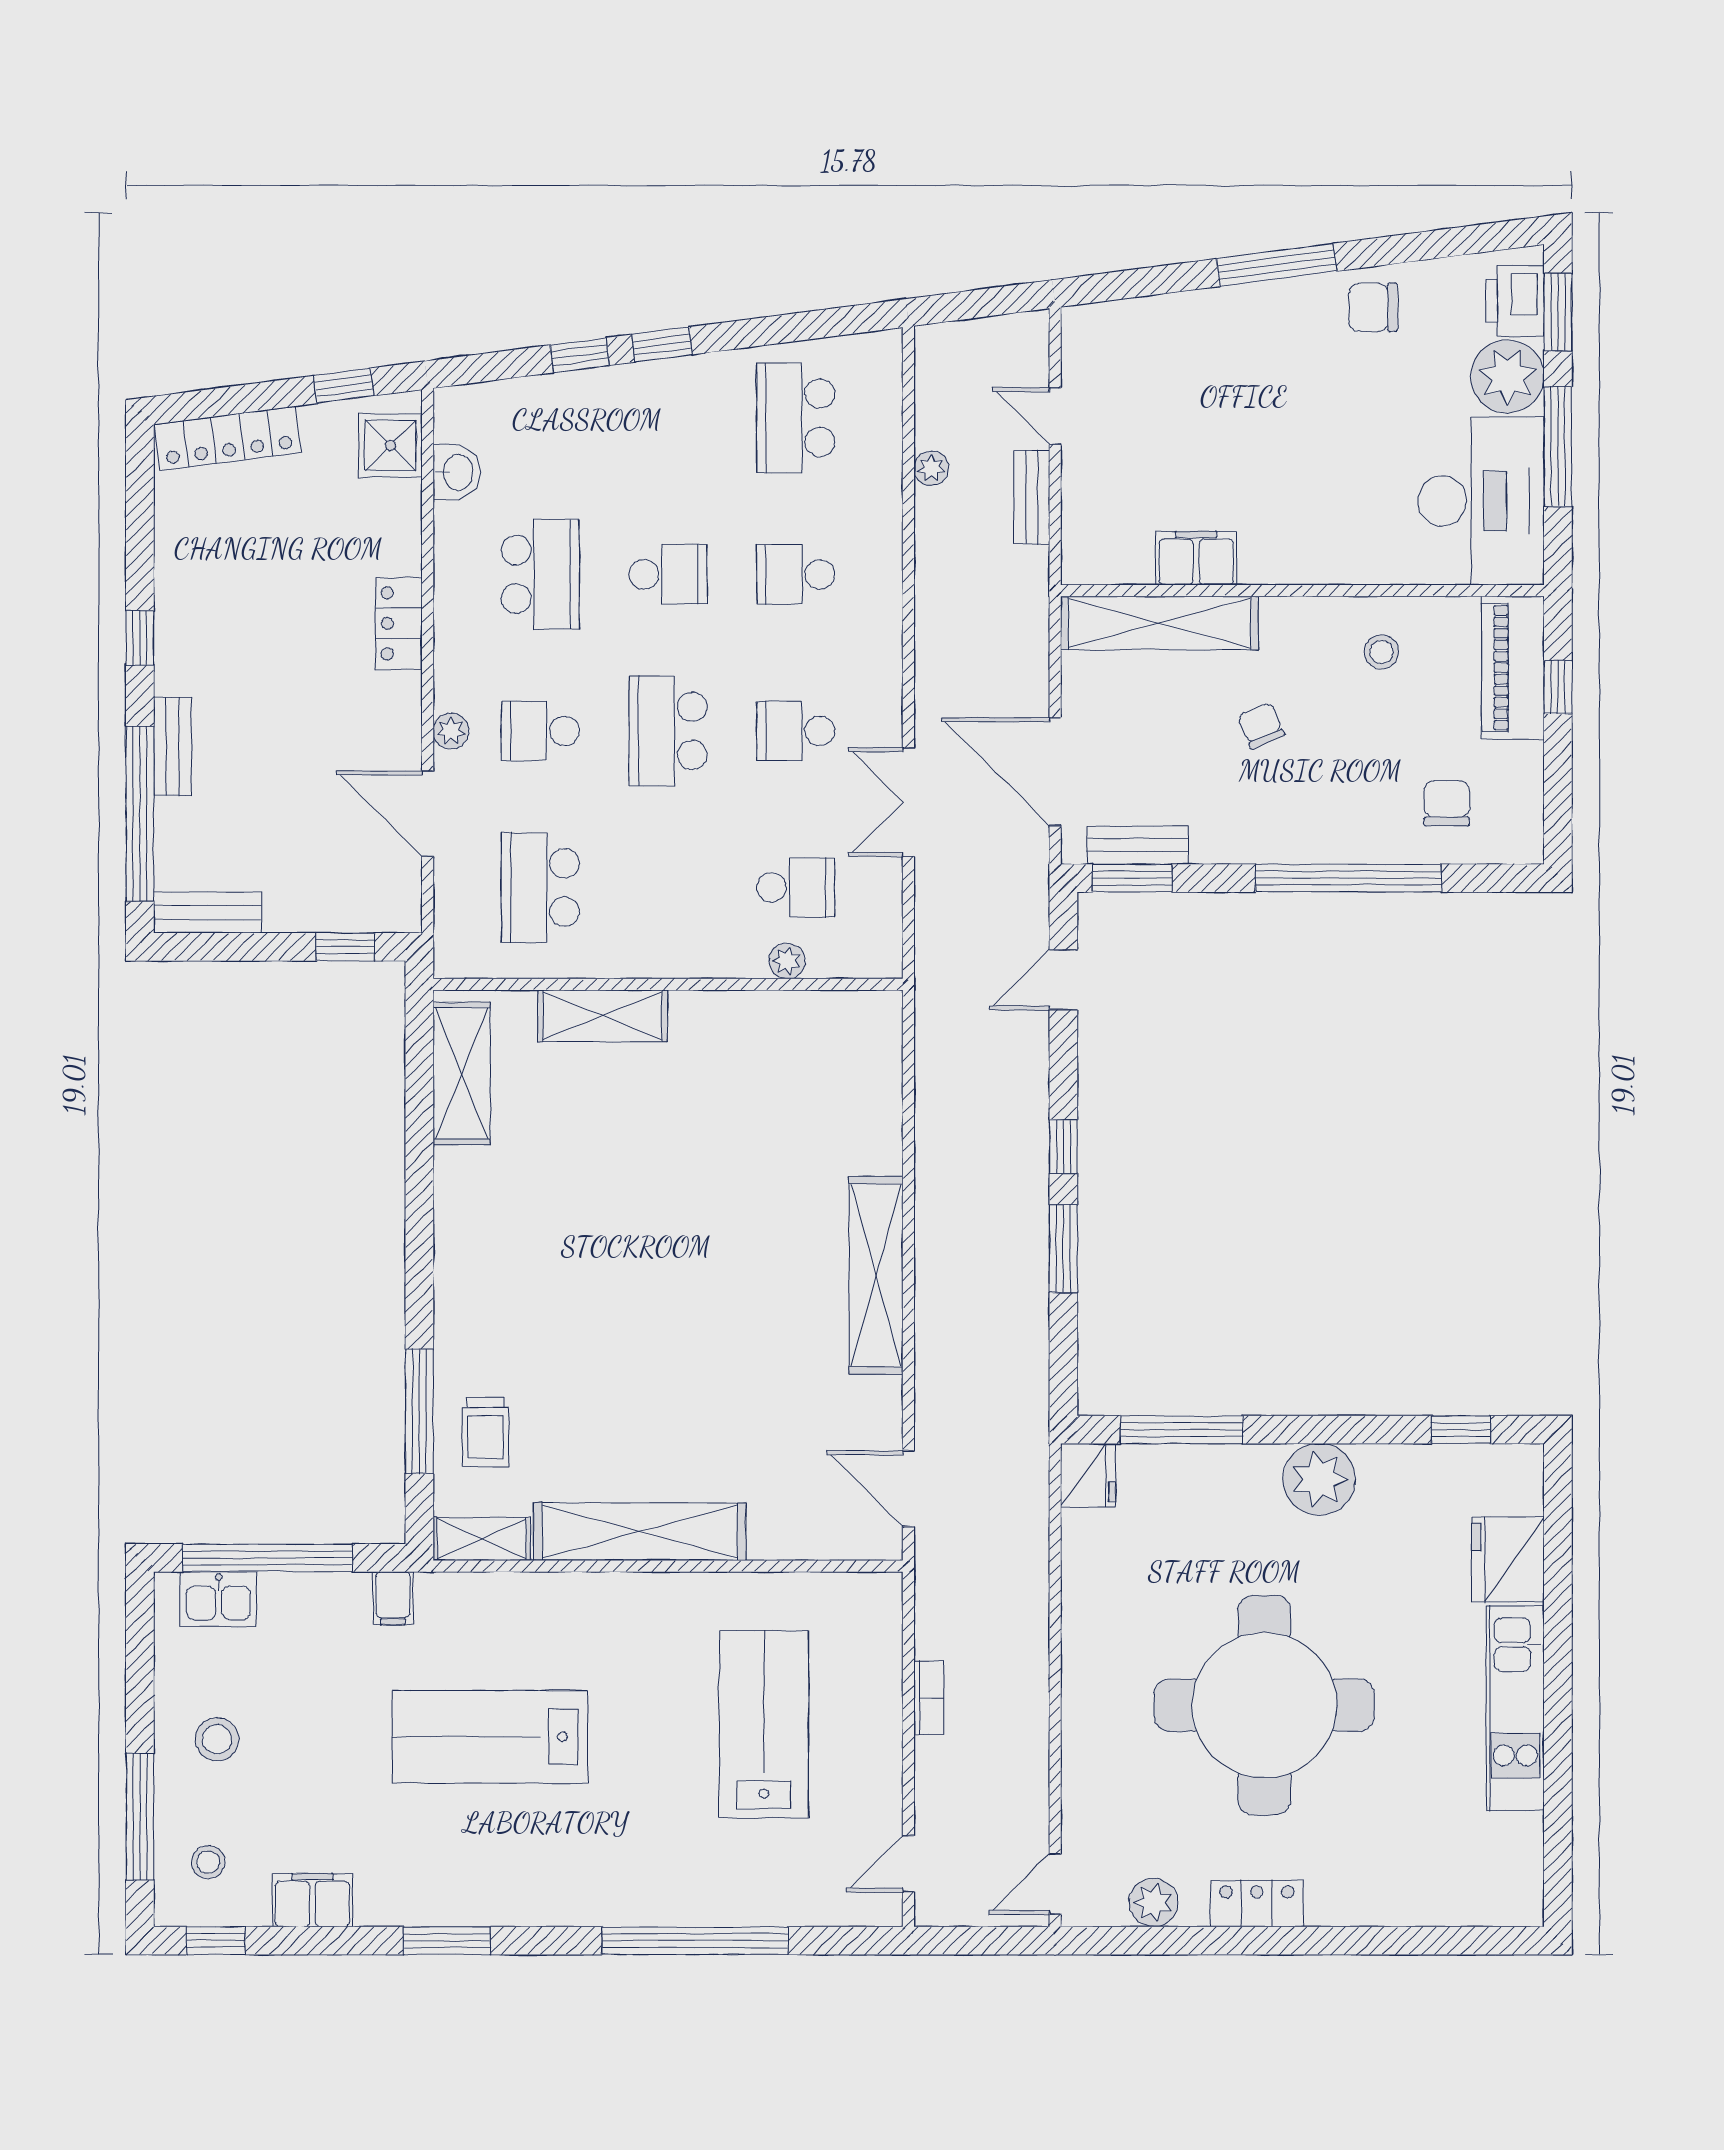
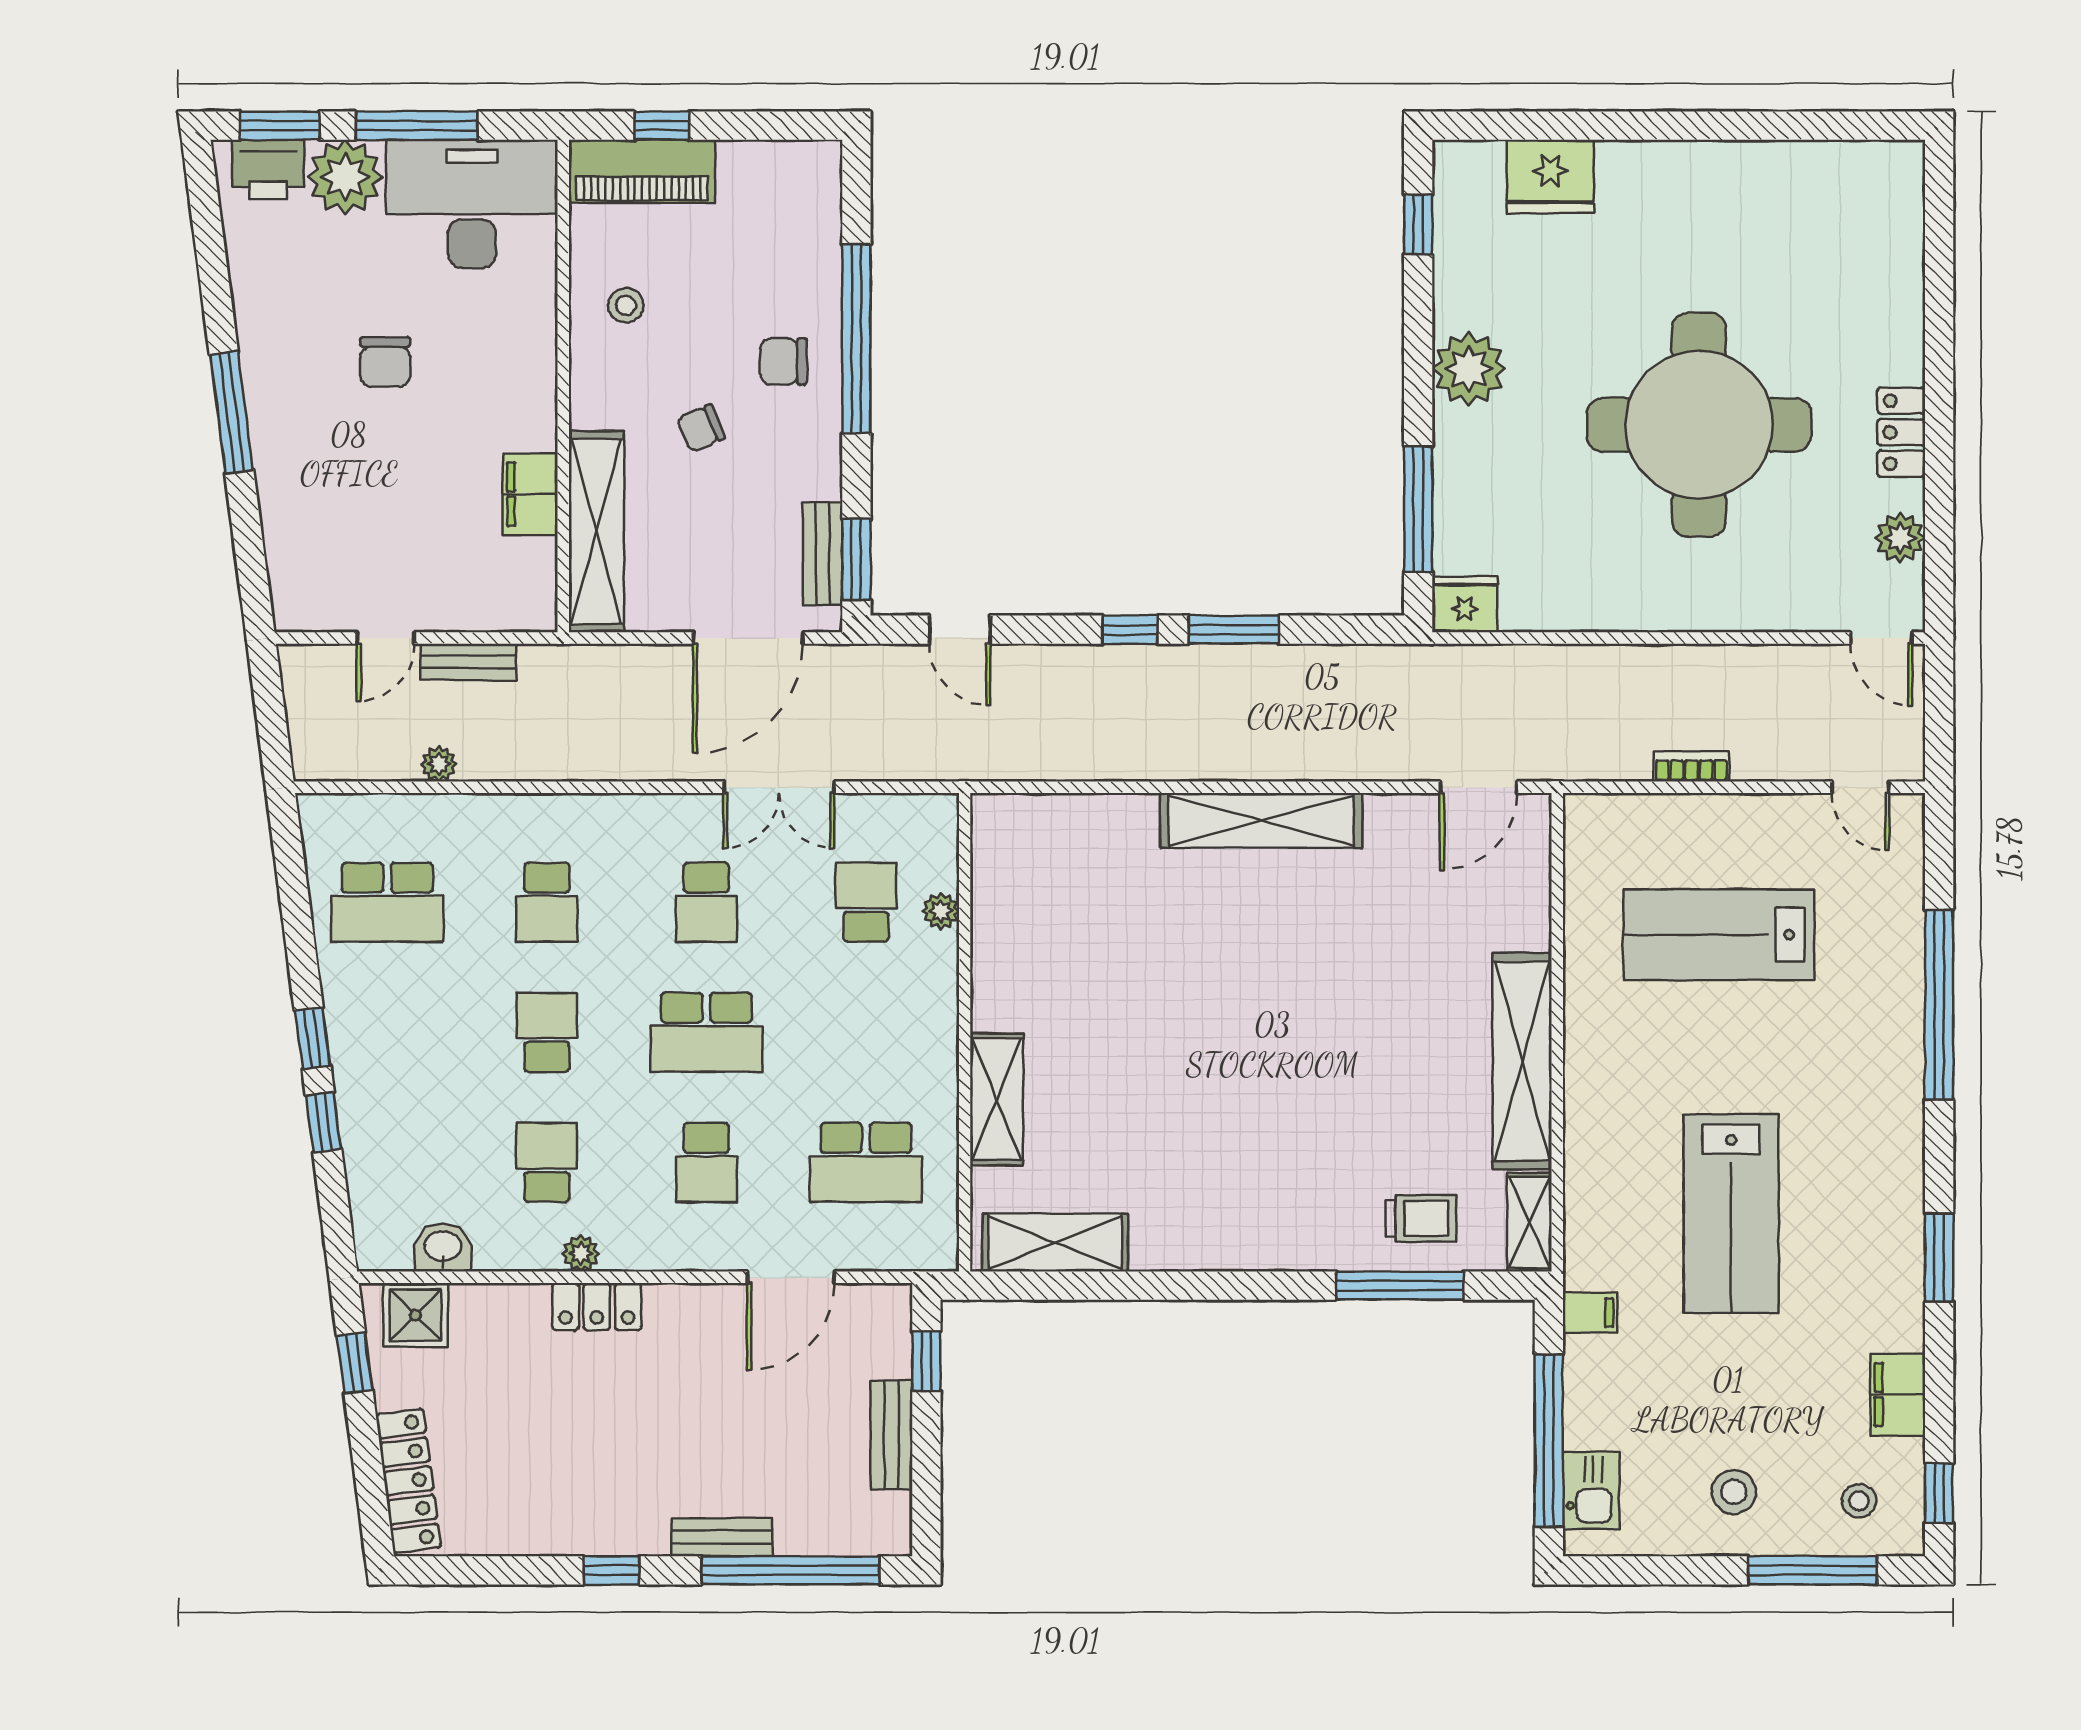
chair: (1373, 307) -> (385, 362), moved
school desk: (540, 574) -> (547, 1162), width x0.54
plant: (451, 731) -> (581, 1253), moved
chair: (1447, 803) -> (783, 361), moved
bench: (207, 913) -> (891, 1435), moved
kitchen unit: (1515, 1708) -> (1702, 169), removed

